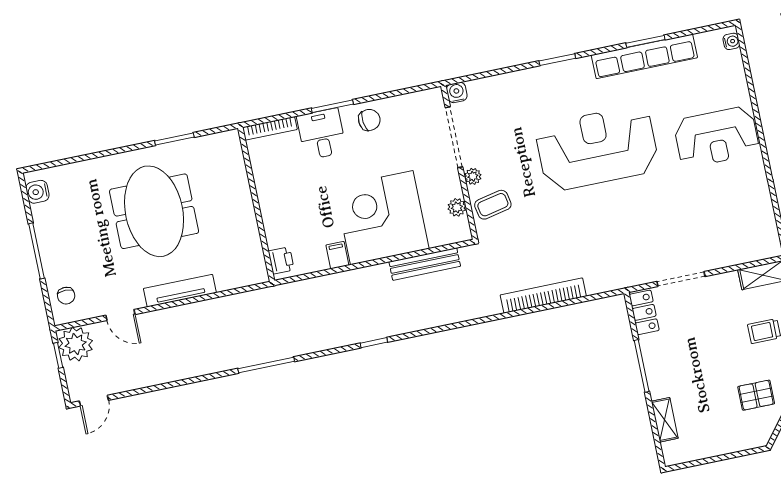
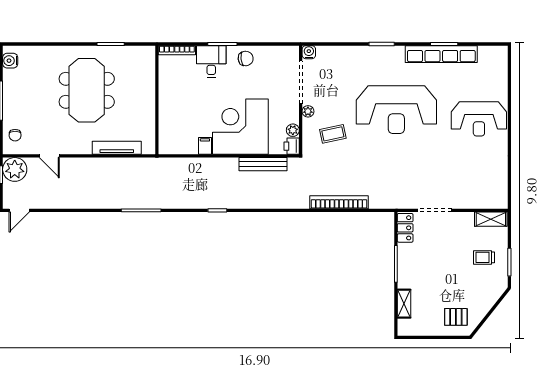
water cooler: (731, 41) -> (502, 56), removed
reception desk: (597, 148) -> (396, 110), turned 180
coffee table: (493, 205) -> (333, 134), moved
printer: (281, 260) -> (292, 146), moved, turned 180
tv unit: (180, 291) -> (117, 148), moved
pallet: (756, 395) -> (456, 317), moved

